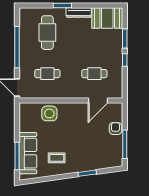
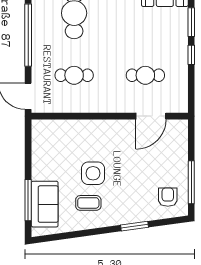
side table: (49, 113) -> (93, 173), moved
armchair: (115, 128) -> (168, 197), moved
sofa: (28, 153) -> (45, 204), width x0.73

